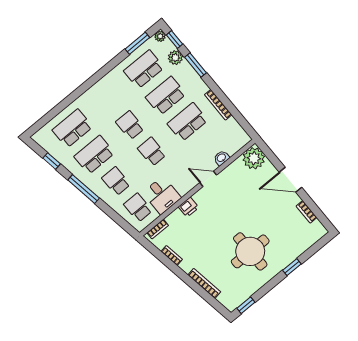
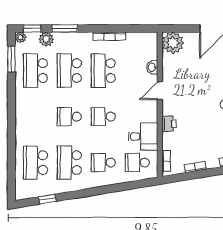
window: (84, 189) -> (89, 192), removed

